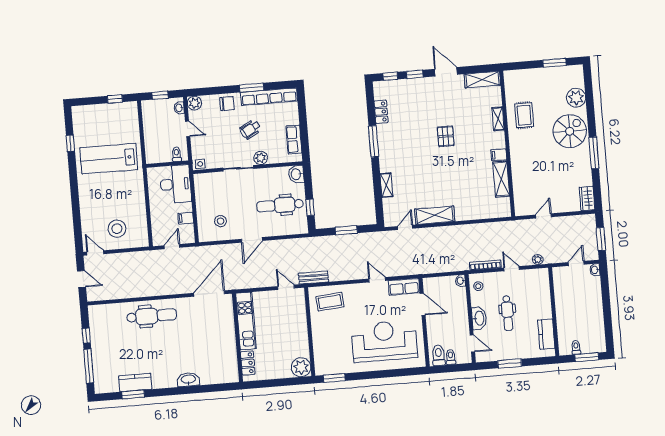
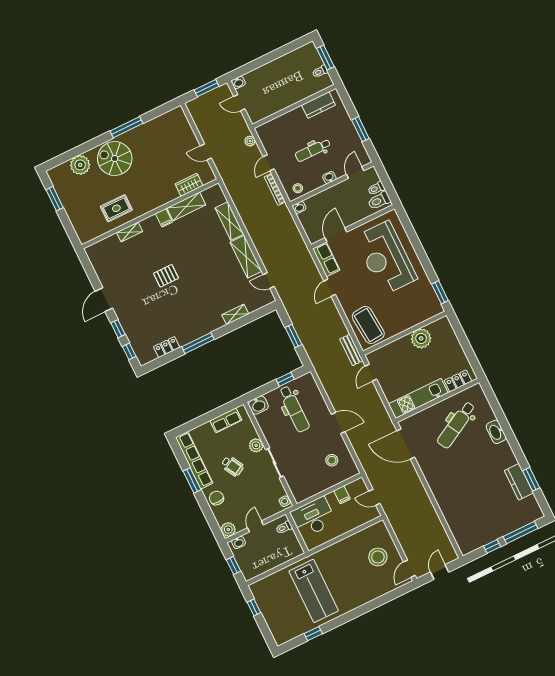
shelving: (482, 80) -> (229, 221), moved
wardrobe: (587, 198) -> (189, 185), moved, turned 180
coffee table: (330, 302) -> (368, 325), width x1.36, depth x1.32
dental chair: (507, 313) -> (313, 150), turned 180
dental chair: (152, 316) -> (456, 425), moved, turned -119
washbasin: (479, 318) -> (329, 178), width x0.52, depth x0.69
plant: (301, 367) -> (421, 338), moved

